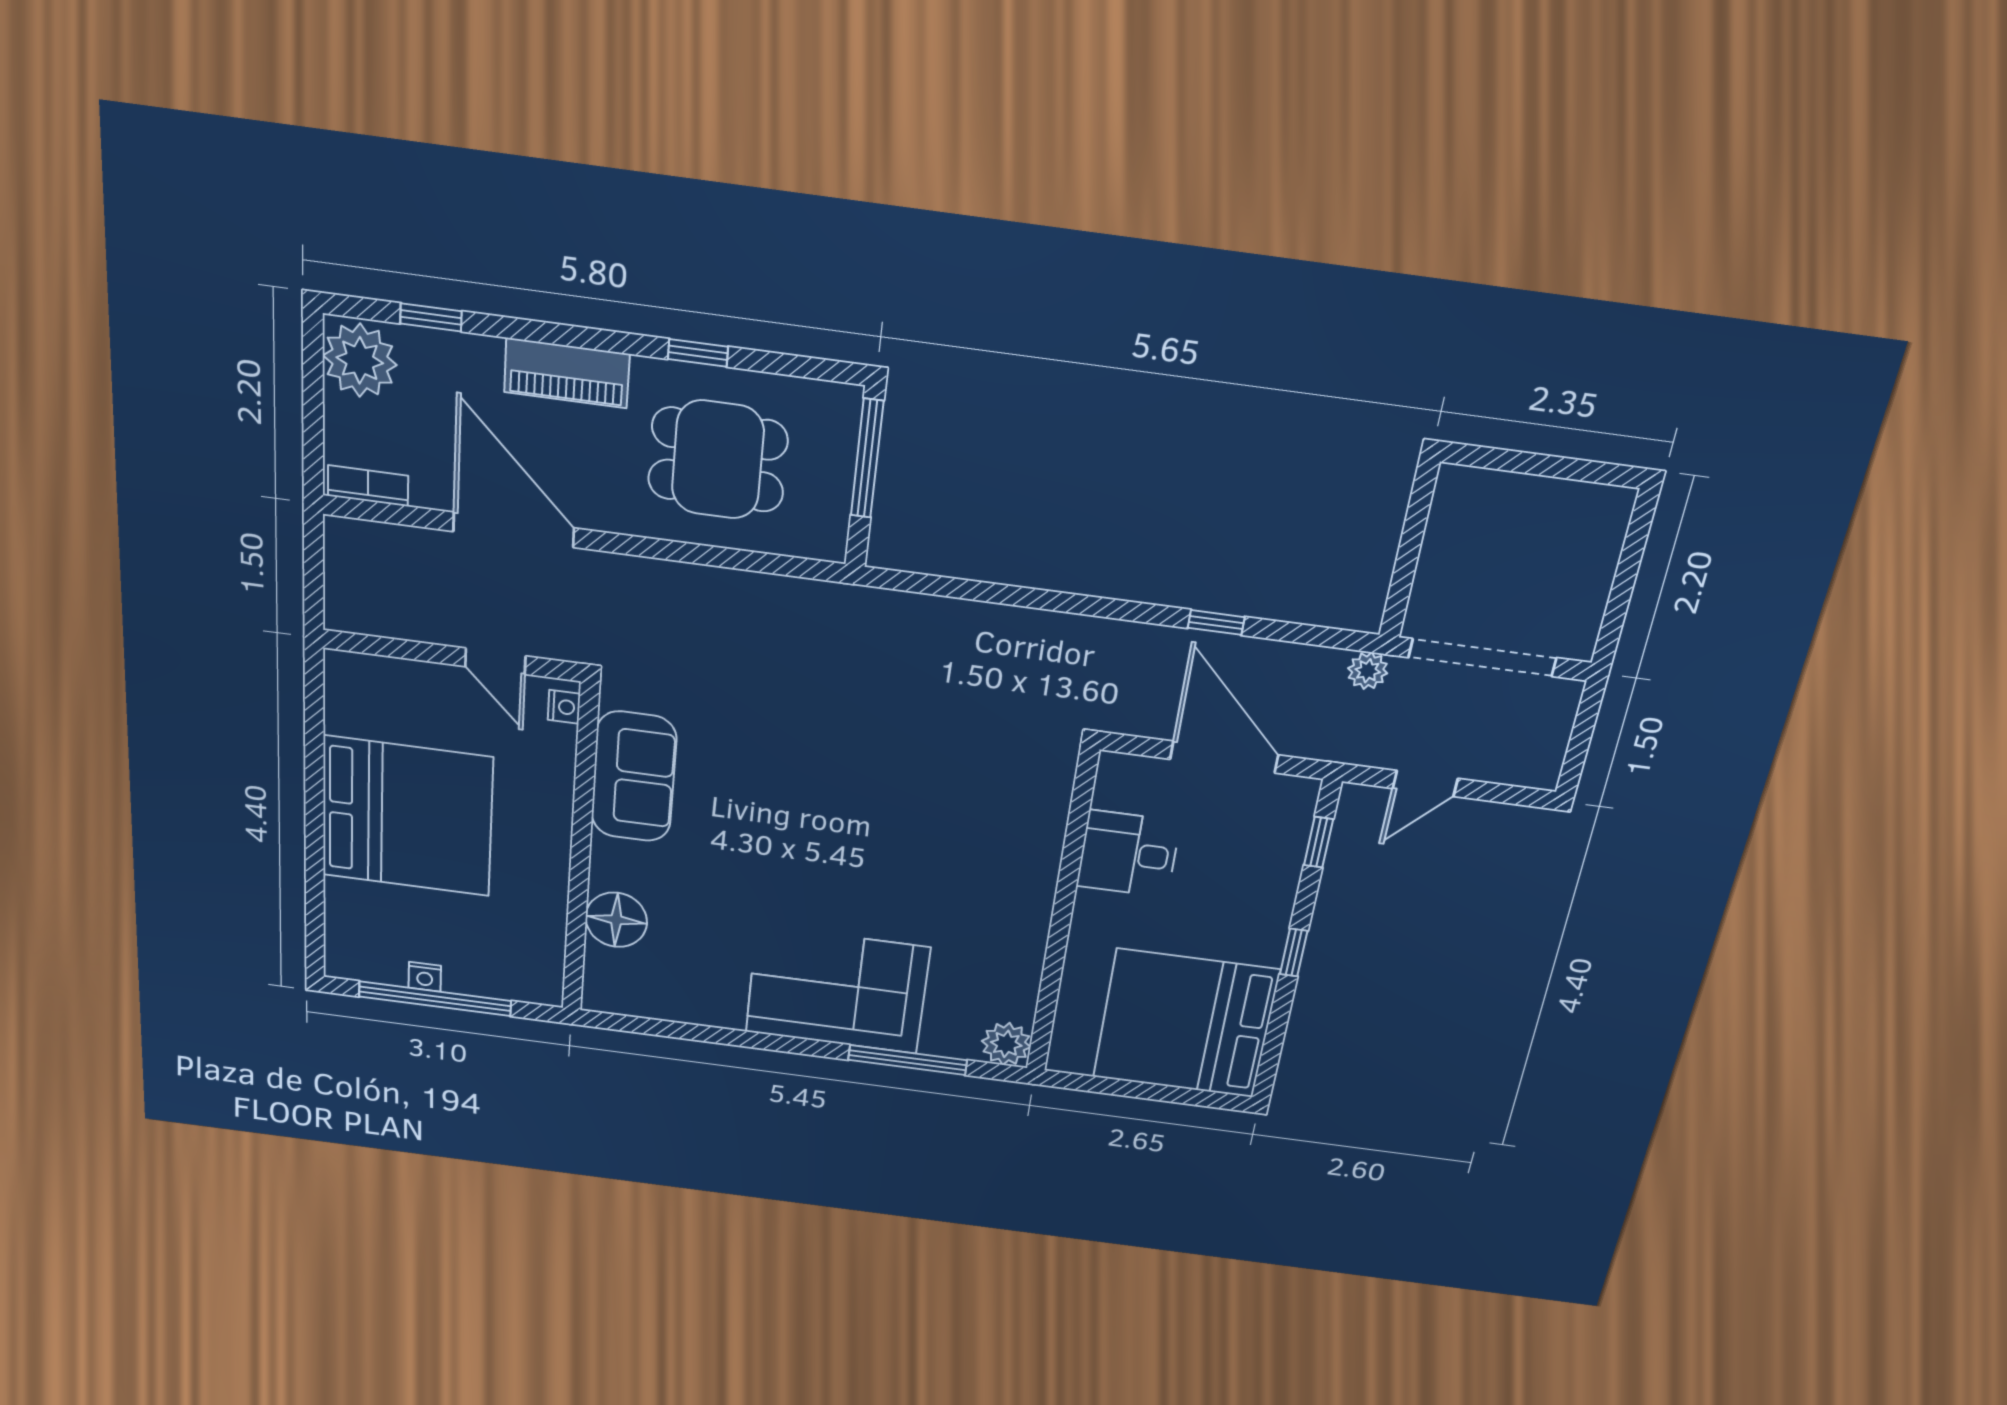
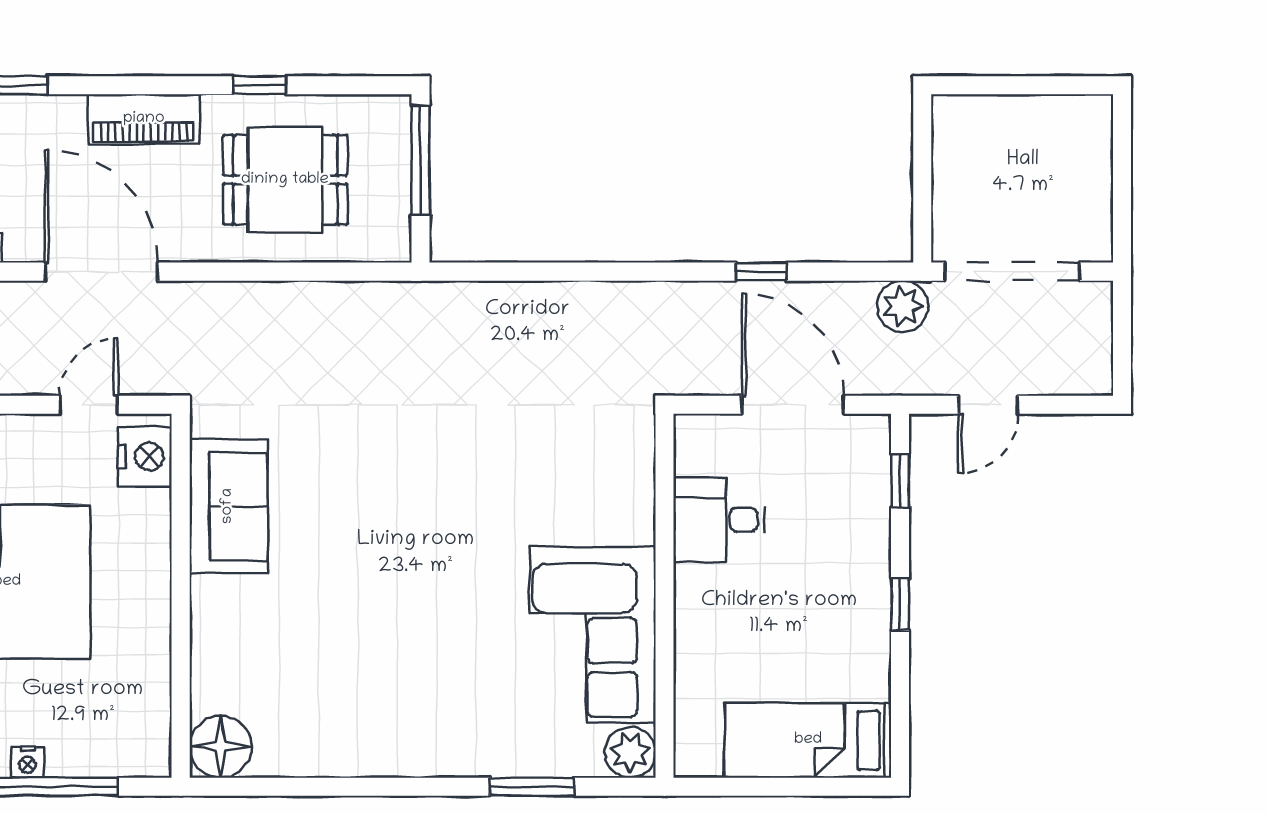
door: (495, 661) -> (89, 405), swing flipped
plant: (1368, 671) -> (903, 306), width x1.38, depth x1.38
nightstand: (564, 707) -> (145, 457), width x1.89, depth x1.79
floor lamp: (616, 920) -> (221, 747), moved
corner sofa: (837, 990) -> (593, 635), moved, turned -90
bed: (1186, 1024) -> (808, 740), width x0.49
window: (908, 1060) -> (532, 787), width x0.69

